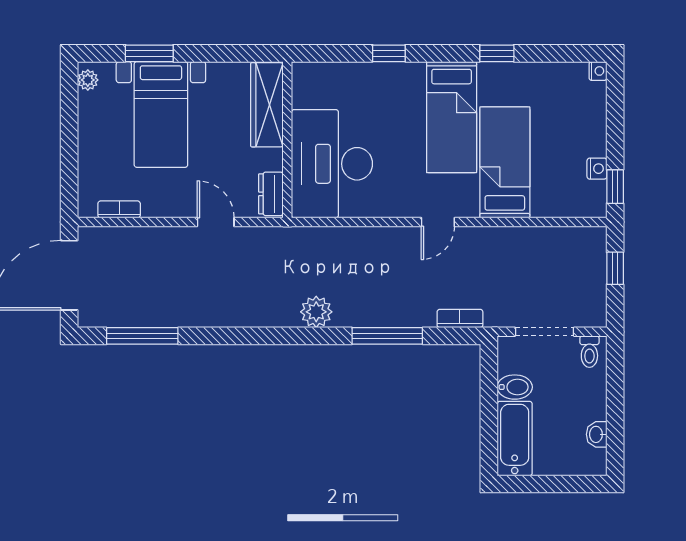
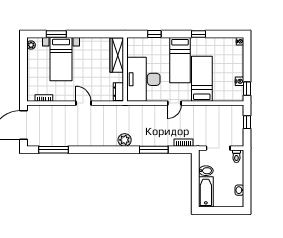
wardrobe: (267, 105) -> (117, 55), moved
wall: (287, 140) -> (125, 69), moved
desk: (332, 164) -> (143, 79), moved
dresser: (271, 194) -> (118, 92), moved

